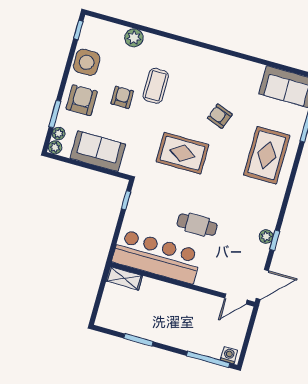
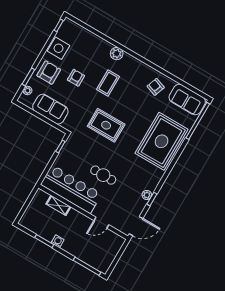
plant: (134, 38) -> (117, 54), moved
coffee table: (156, 86) -> (108, 83), moved
armchair: (220, 116) -> (156, 87), moved
plant: (55, 147) -> (23, 99), removed
rug: (267, 155) -> (162, 141), width x1.37, depth x1.44
shelving: (124, 278) -> (58, 205), moved
door: (236, 299) -> (101, 223), moved
washing machine: (229, 355) -> (58, 241), moved

